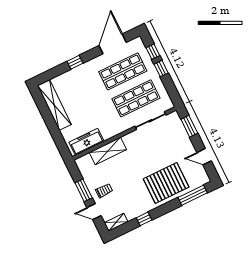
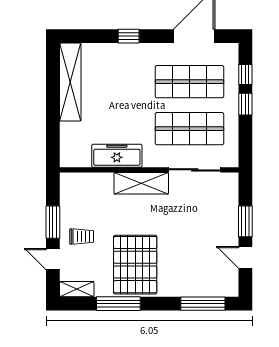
window: (189, 126) -> (245, 221), moved
freezer: (86, 142) -> (117, 156), moved
shelving: (108, 151) -> (141, 183), moved
pallet: (166, 183) -> (135, 265), moved, turned 90
window: (144, 219) -> (118, 304), width x2.17

